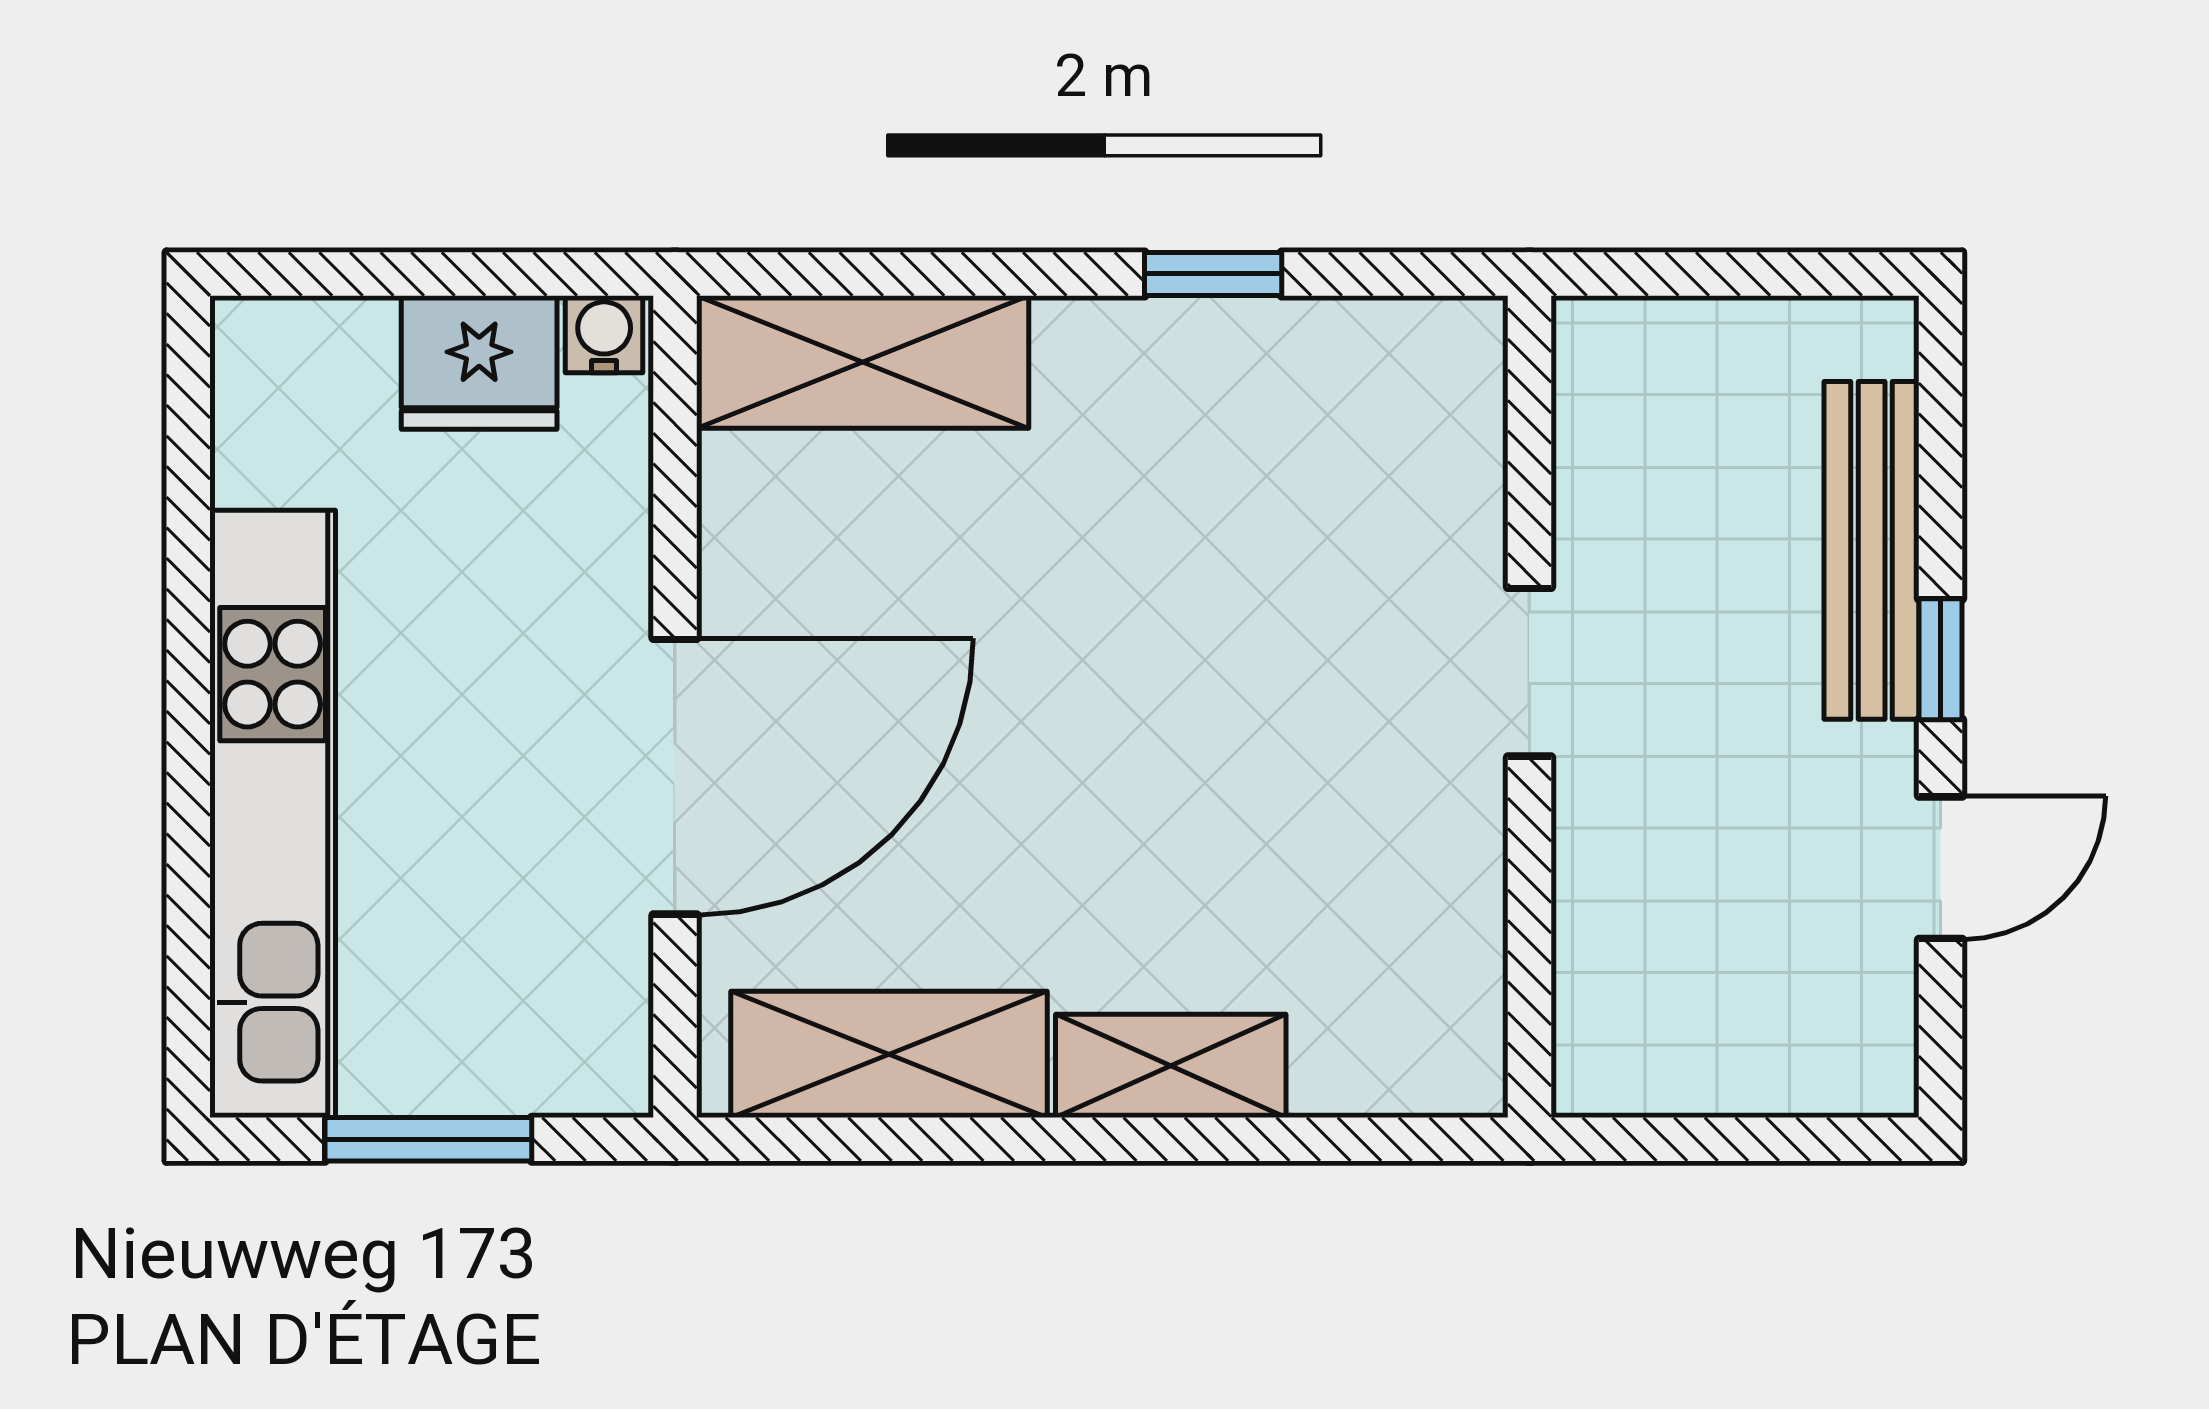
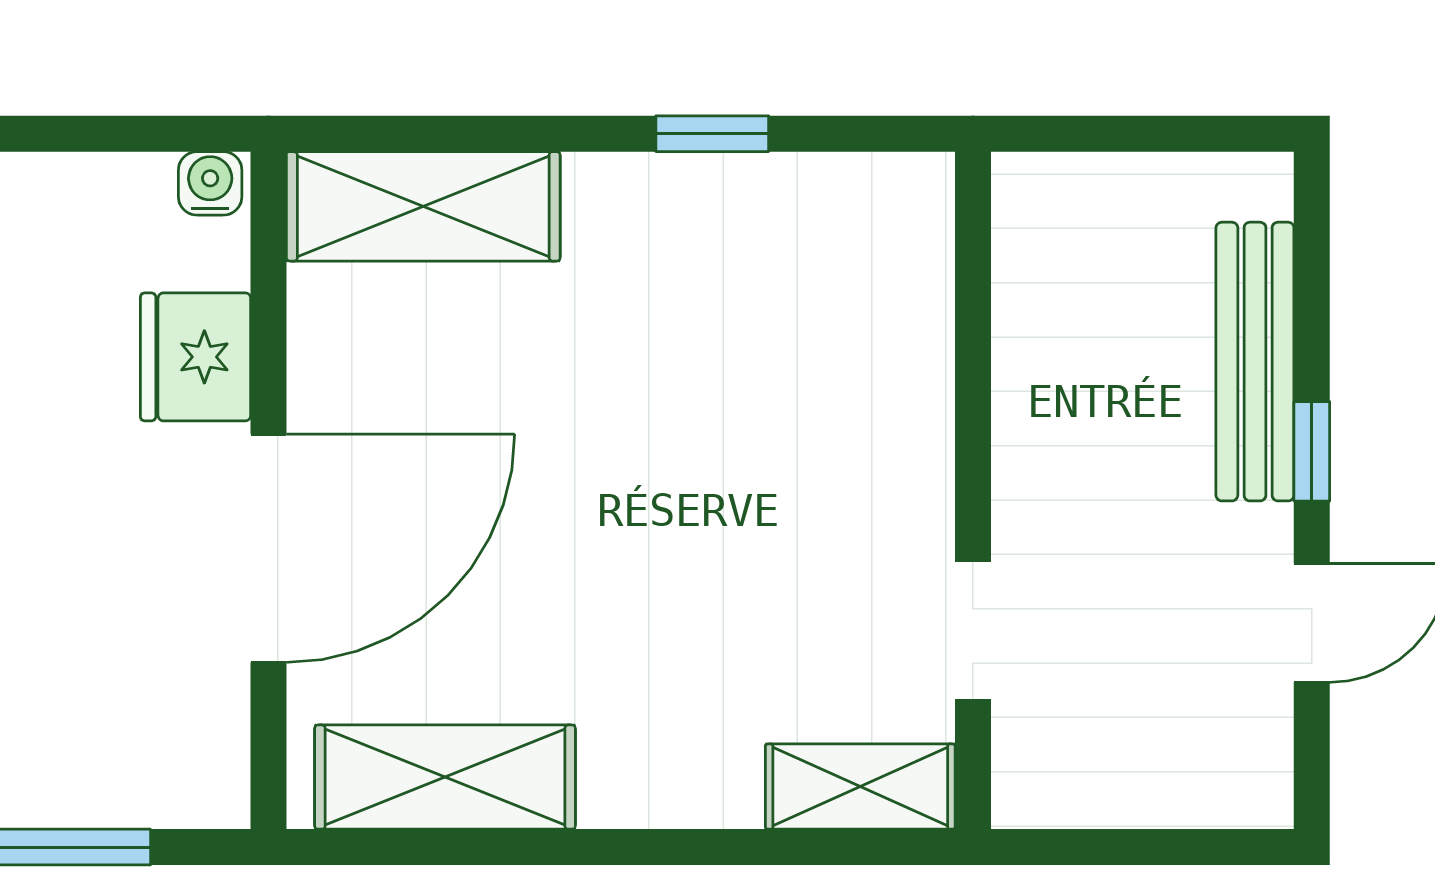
fridge: (479, 362) -> (196, 357), moved, turned 90
doorway: (1529, 672) -> (973, 630), moved
shelving: (1171, 1066) -> (860, 787), moved

